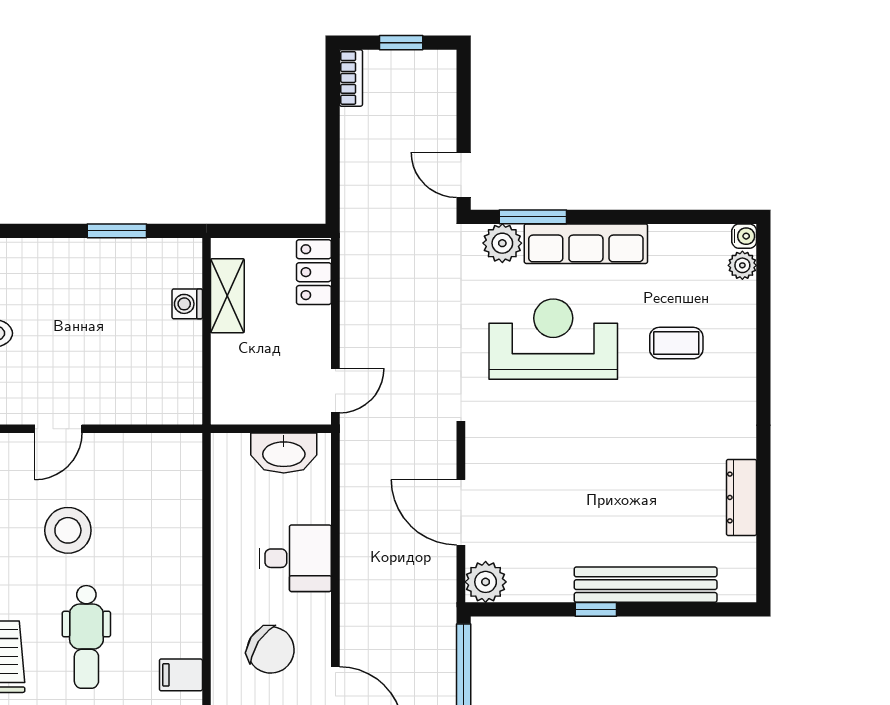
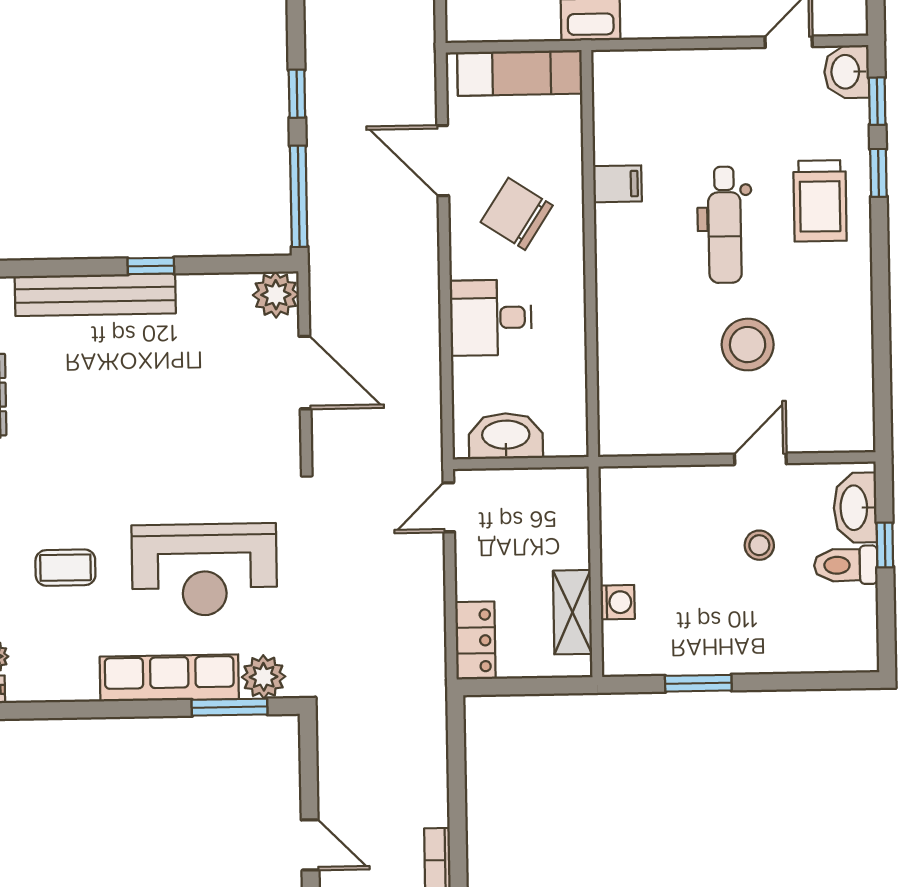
door: (464, 175) -> (310, 845), moved
stool: (61, 352) -> (759, 545), added
dental chair: (86, 637) -> (725, 225), turned 180

